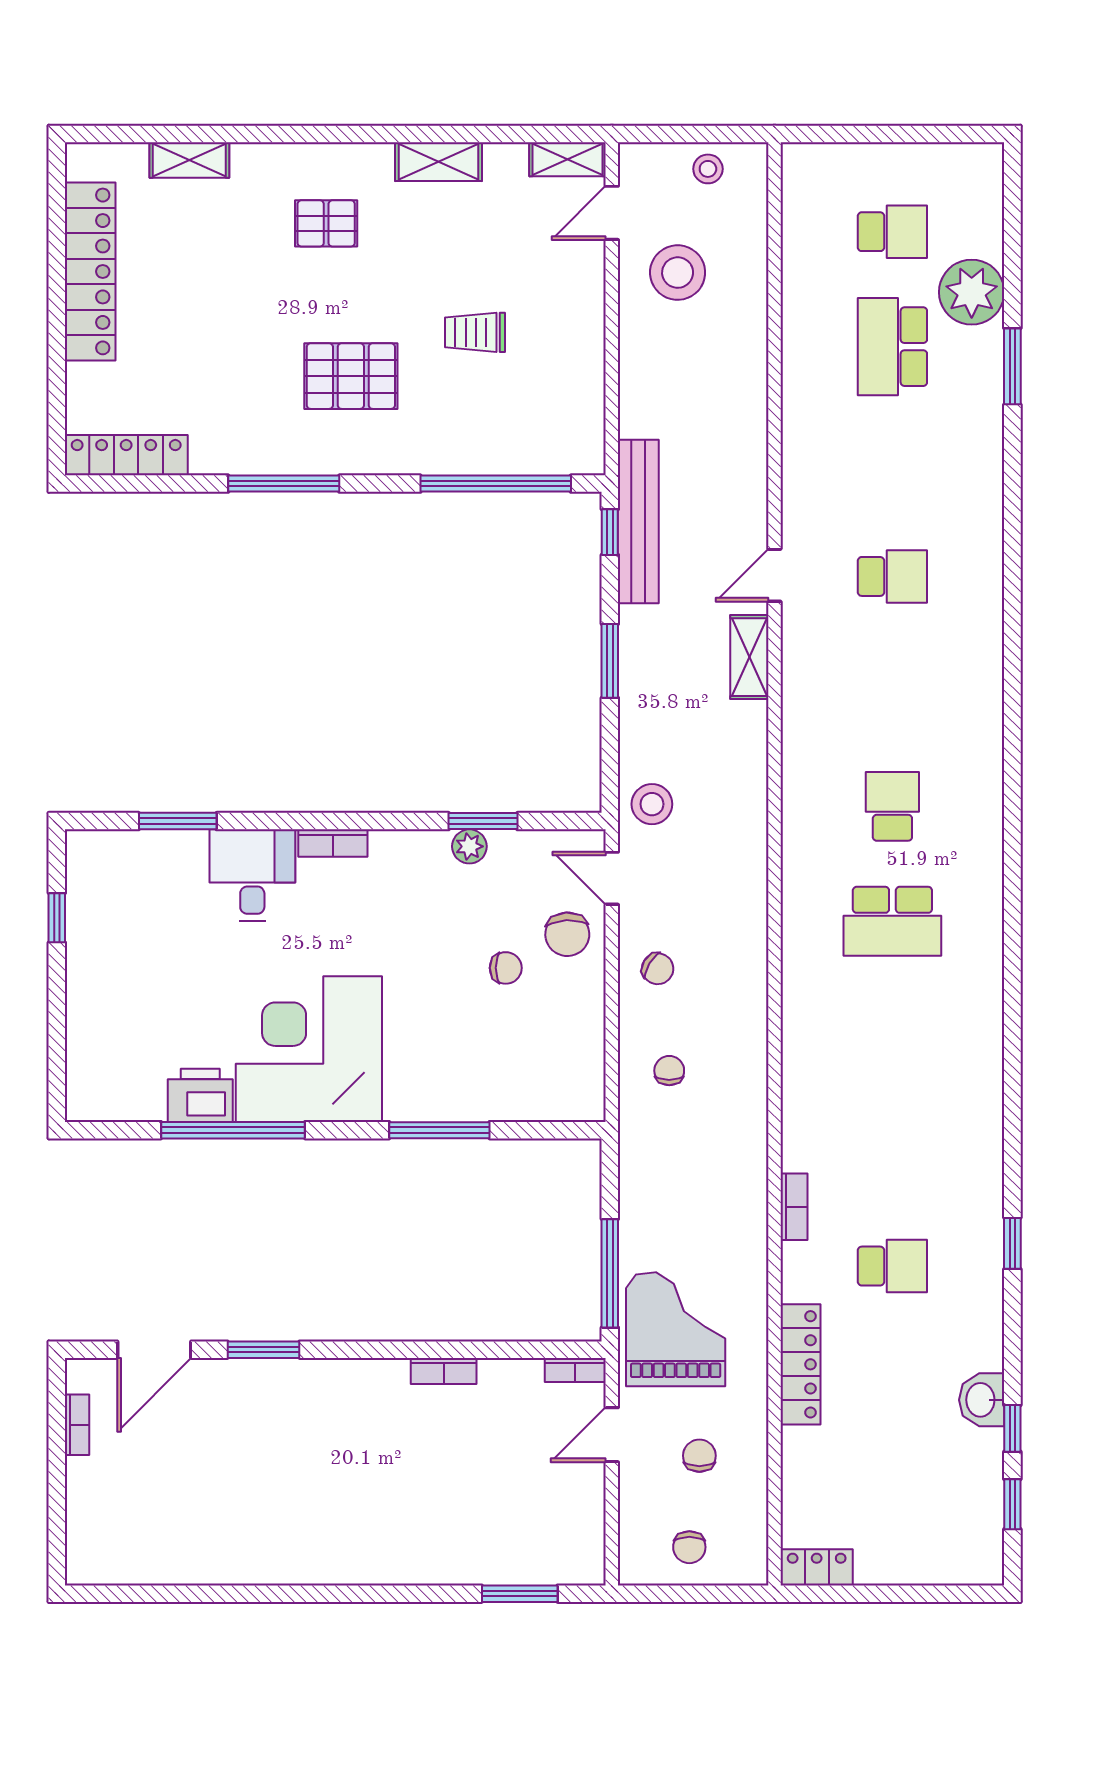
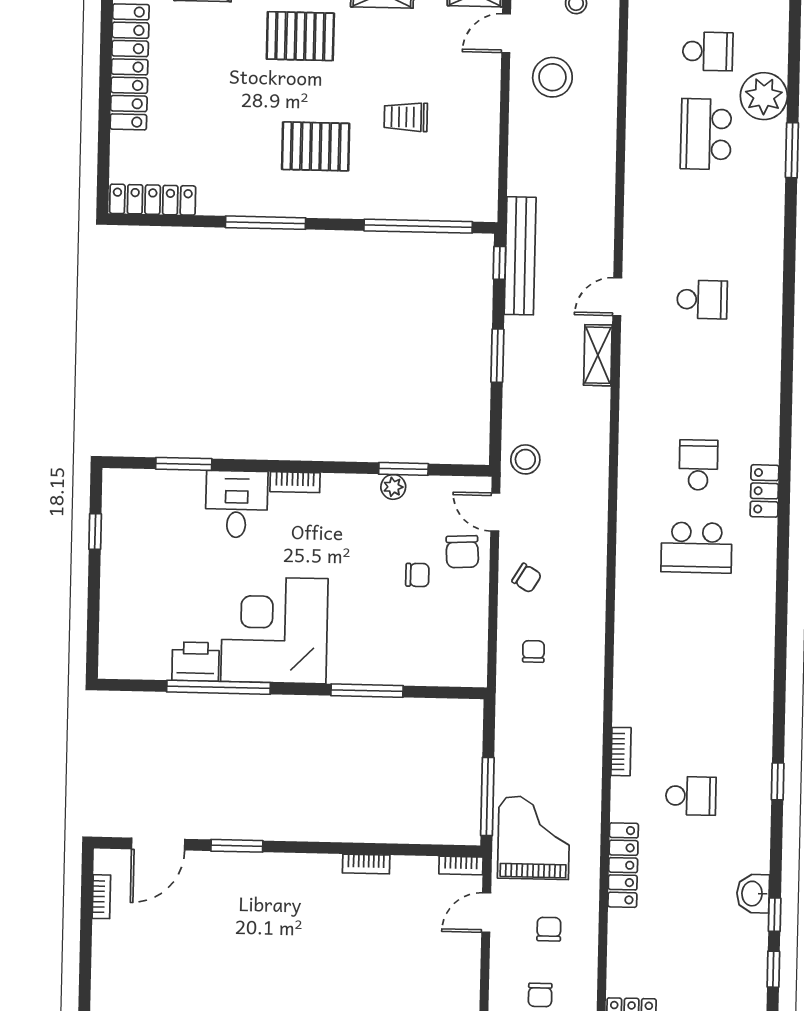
pallet: (326, 223) -> (300, 36), width x1.50, depth x1.42
locker: (985, 840) -> (764, 491), added

